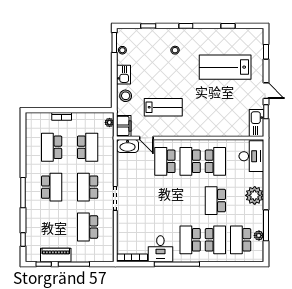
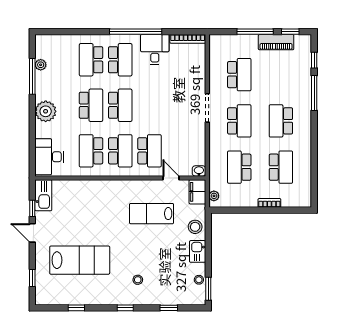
washbasin: (128, 146) -> (199, 171), width x0.52, depth x0.69
window: (23, 193) -> (314, 93), moved
school desk: (241, 240) -> (120, 105), moved

